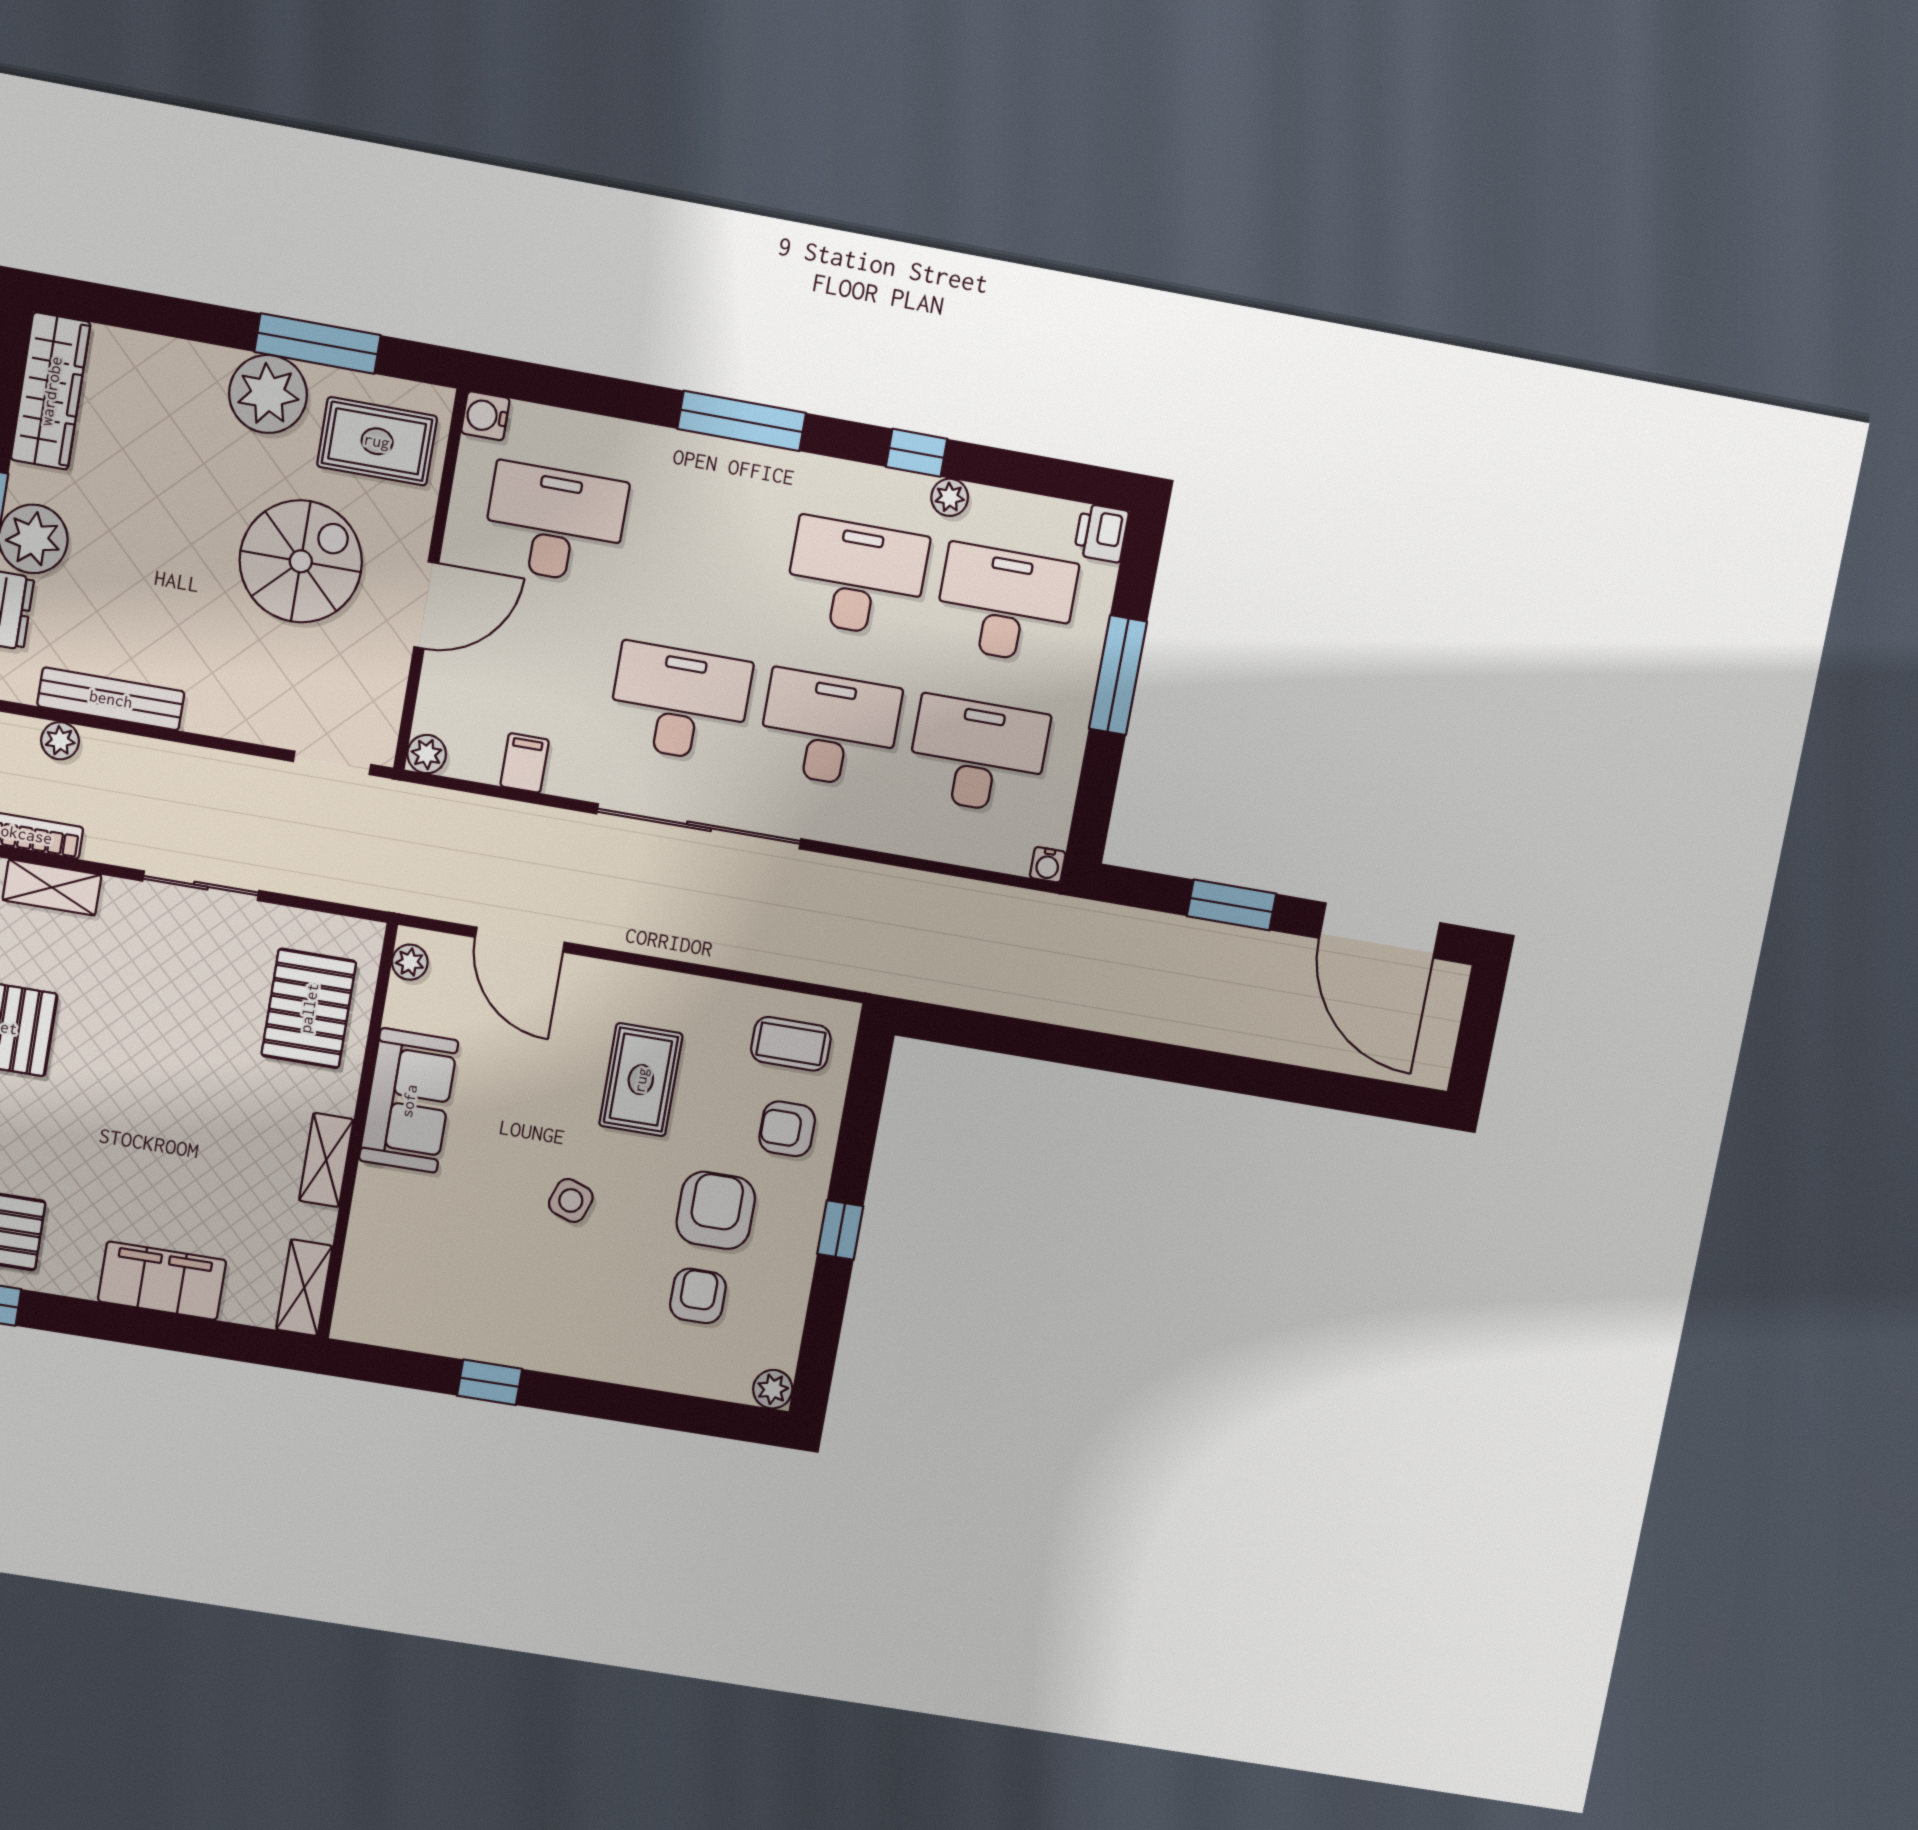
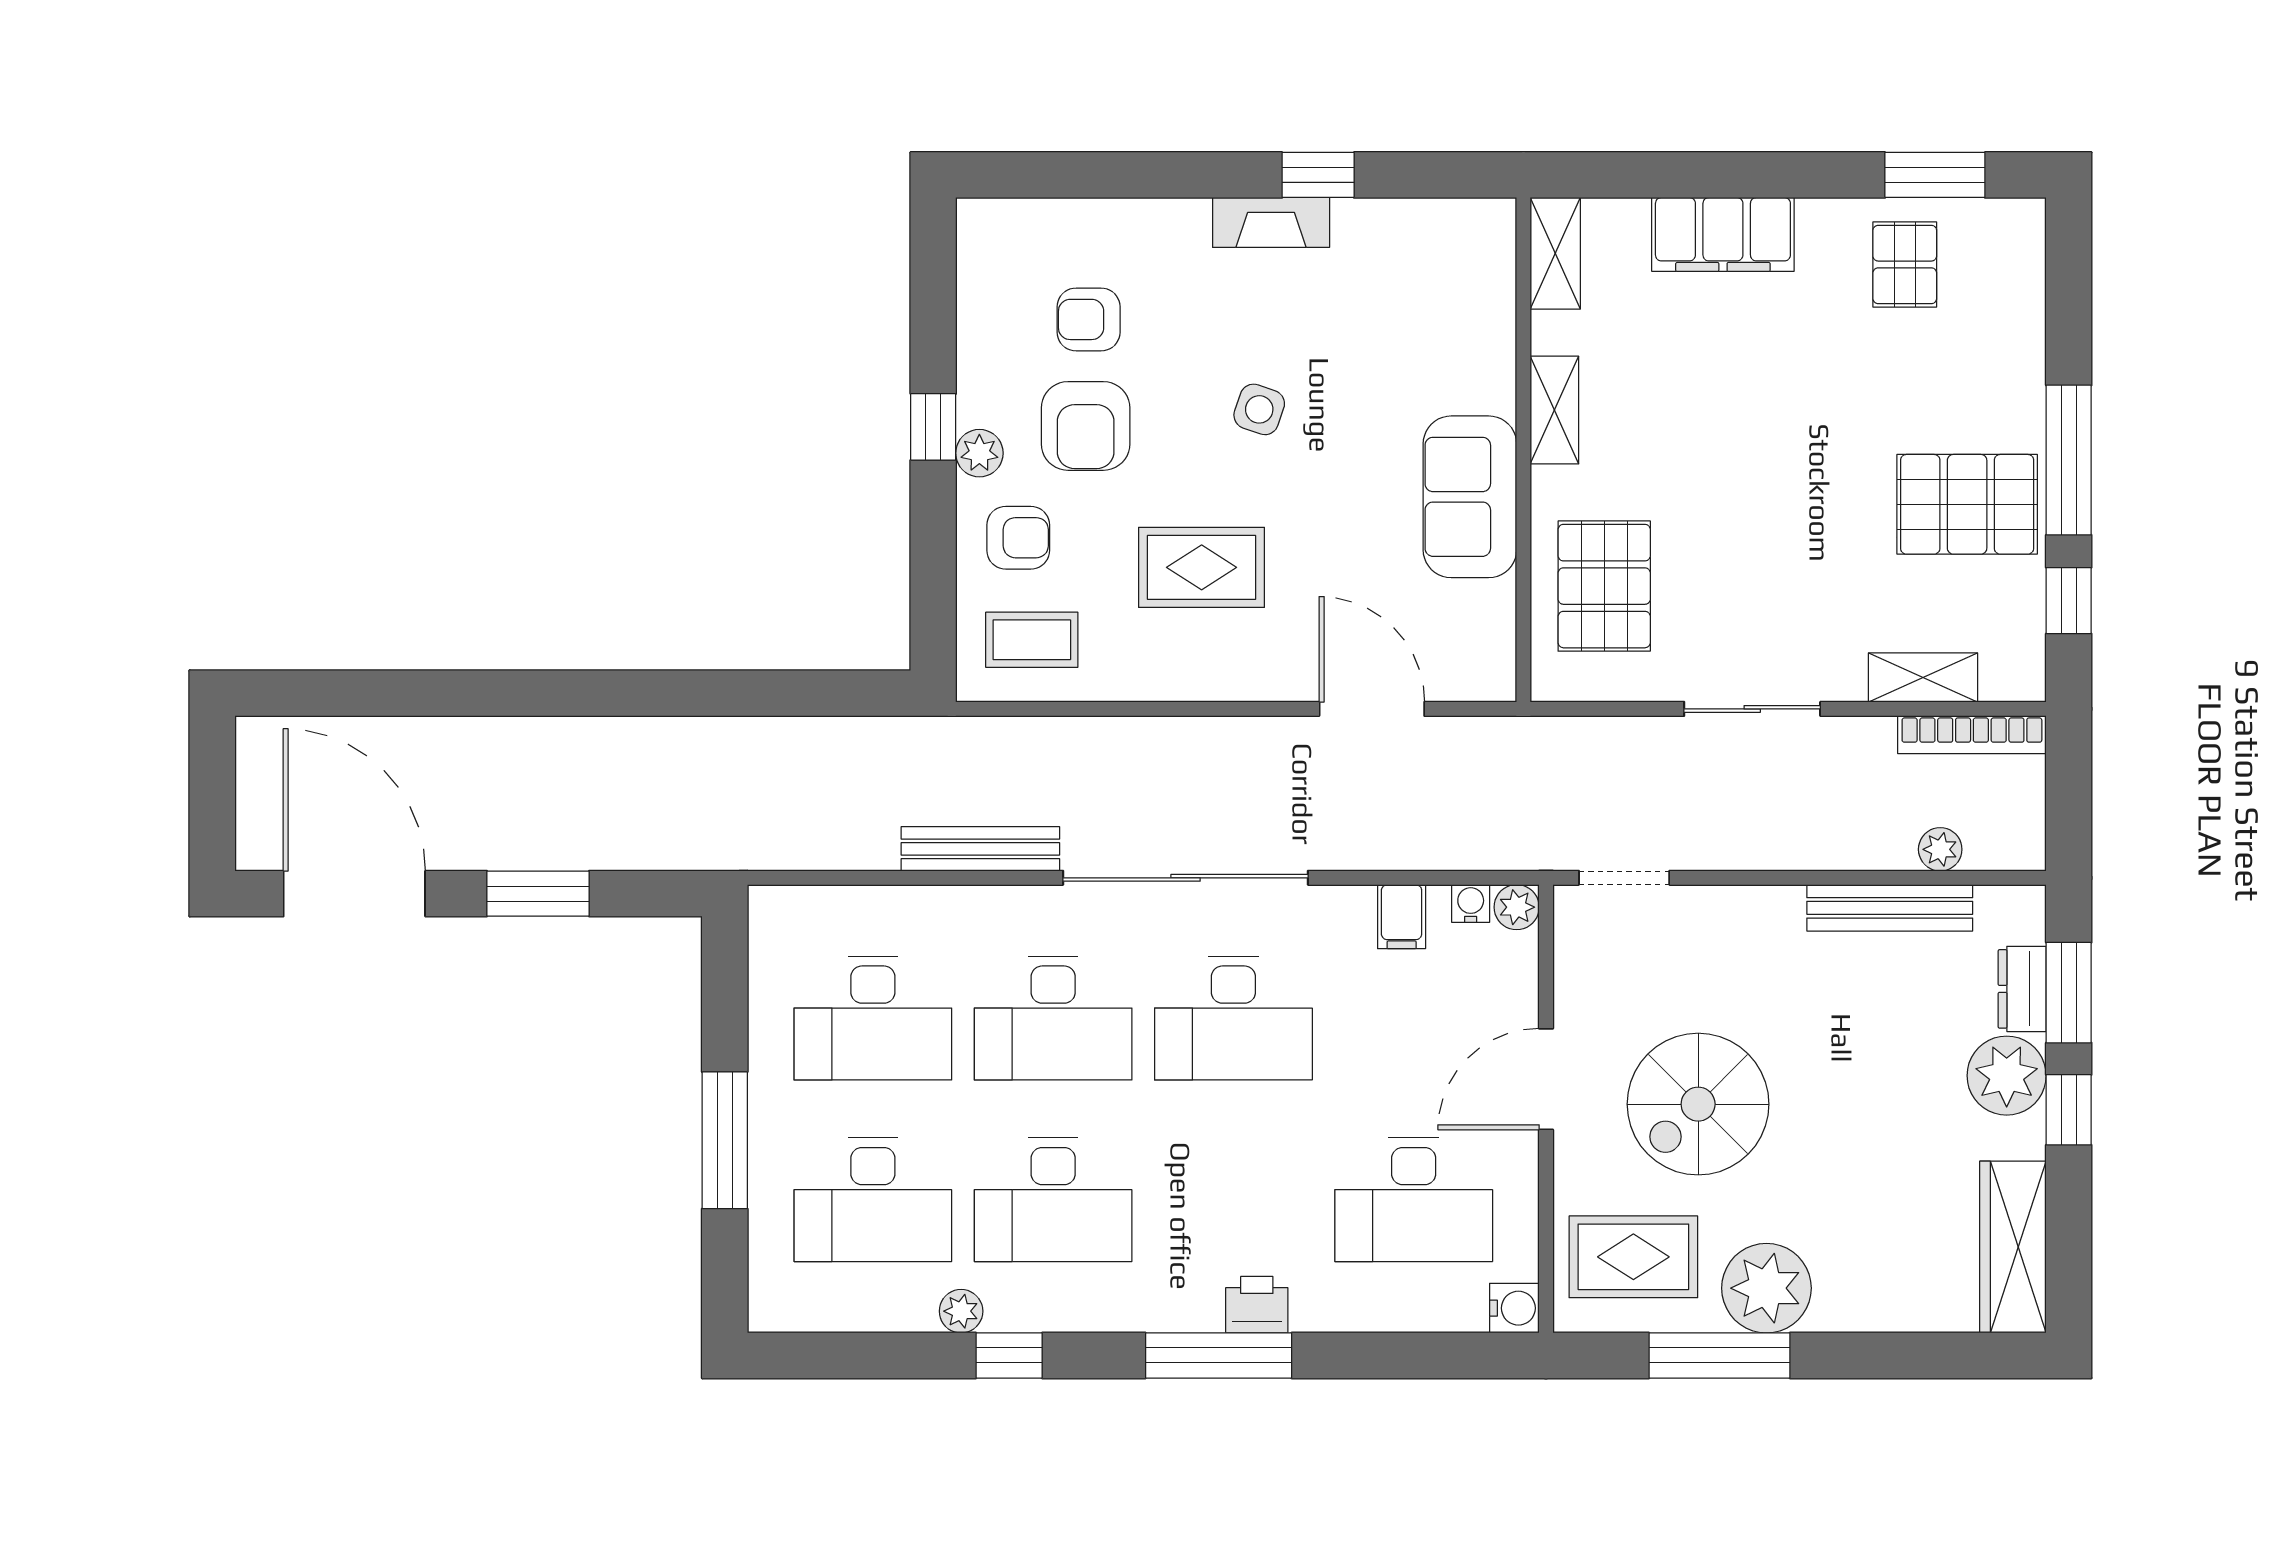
printer: (1101, 533) -> (1257, 1305), moved, turned -90
water cooler: (1048, 865) -> (1471, 904), moved
bench: (864, 879) -> (980, 849), added
plant: (410, 962) -> (1496, 661), removed
rug: (641, 1080) -> (1202, 567), turned 90
armchair: (698, 1296) -> (1089, 319), turned 90
fireplace: (535, 1350) -> (1271, 222), added
plant: (773, 1389) -> (979, 453), moved

